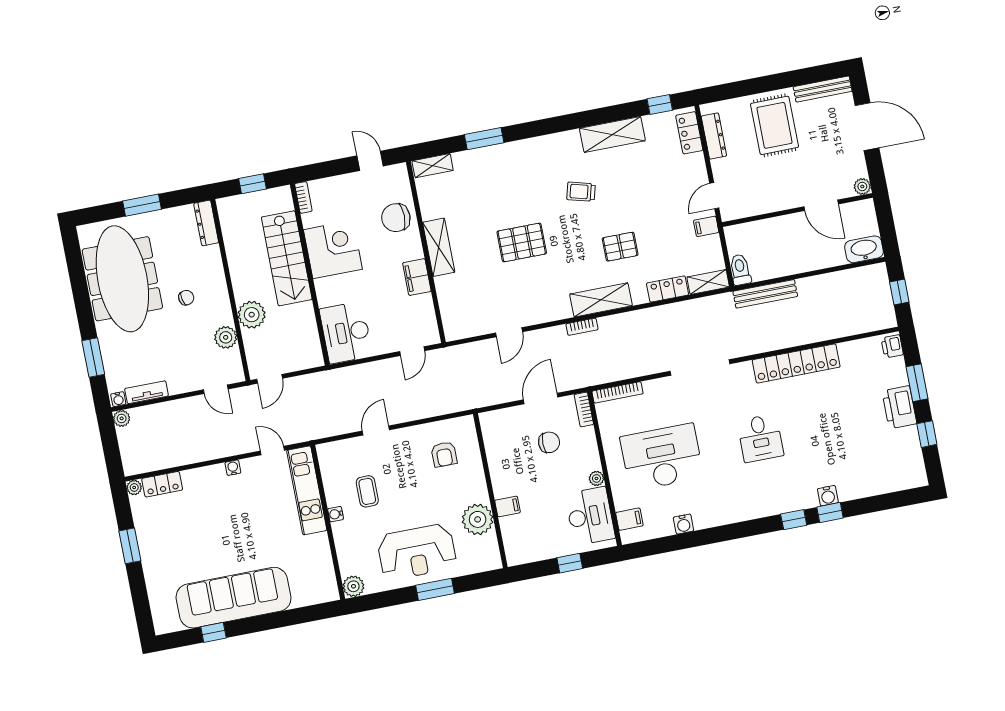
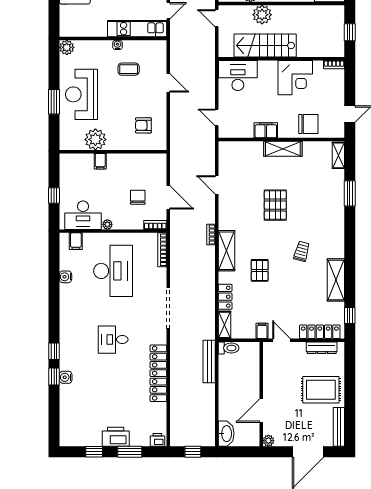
locker: (689, 133) -> (320, 332), width x1.53
chair: (396, 218) -> (308, 124), turned 90
stairs: (287, 258) -> (265, 45), moved
chair: (549, 442) -> (138, 197), turned 180

